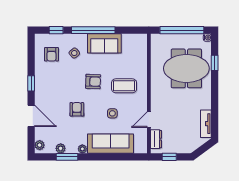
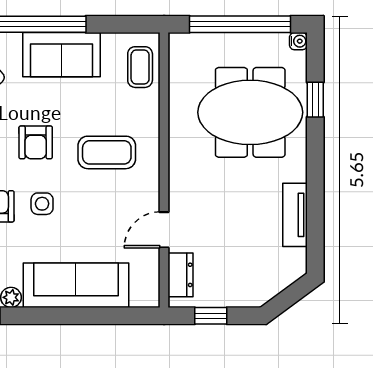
coffee table: (138, 49) -> (140, 67), added
armchair: (93, 82) -> (36, 142), turned 88
side table: (112, 113) -> (42, 204), moved
tv unit: (206, 124) -> (295, 215), moved

